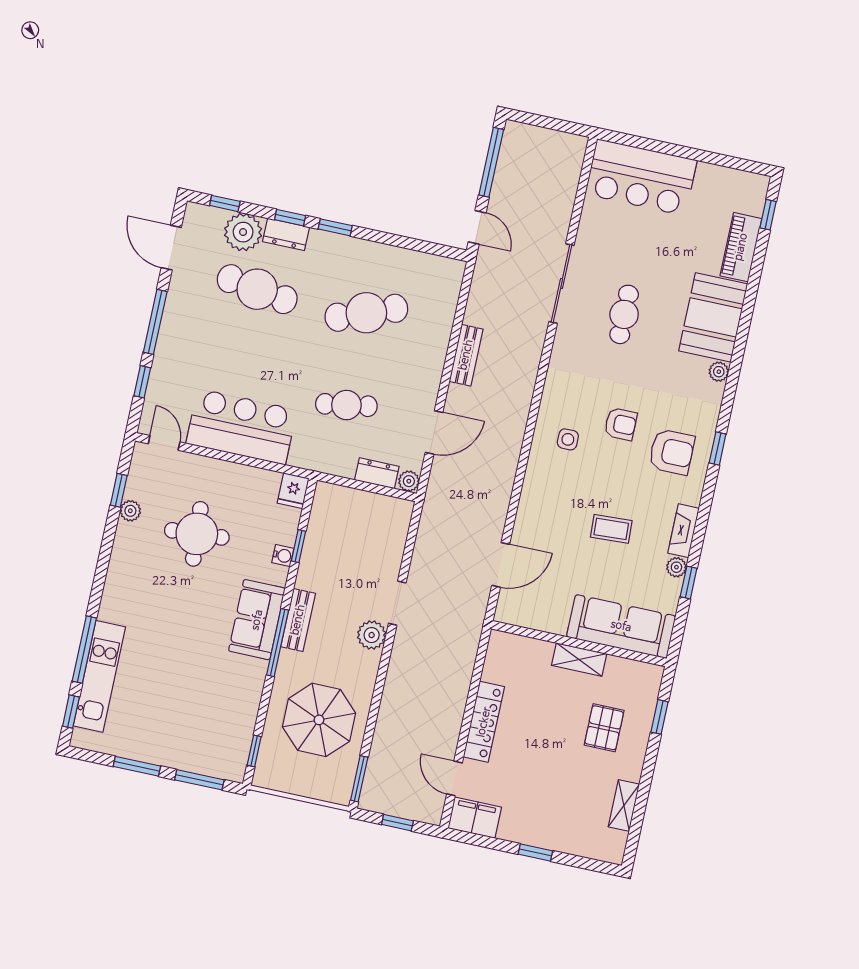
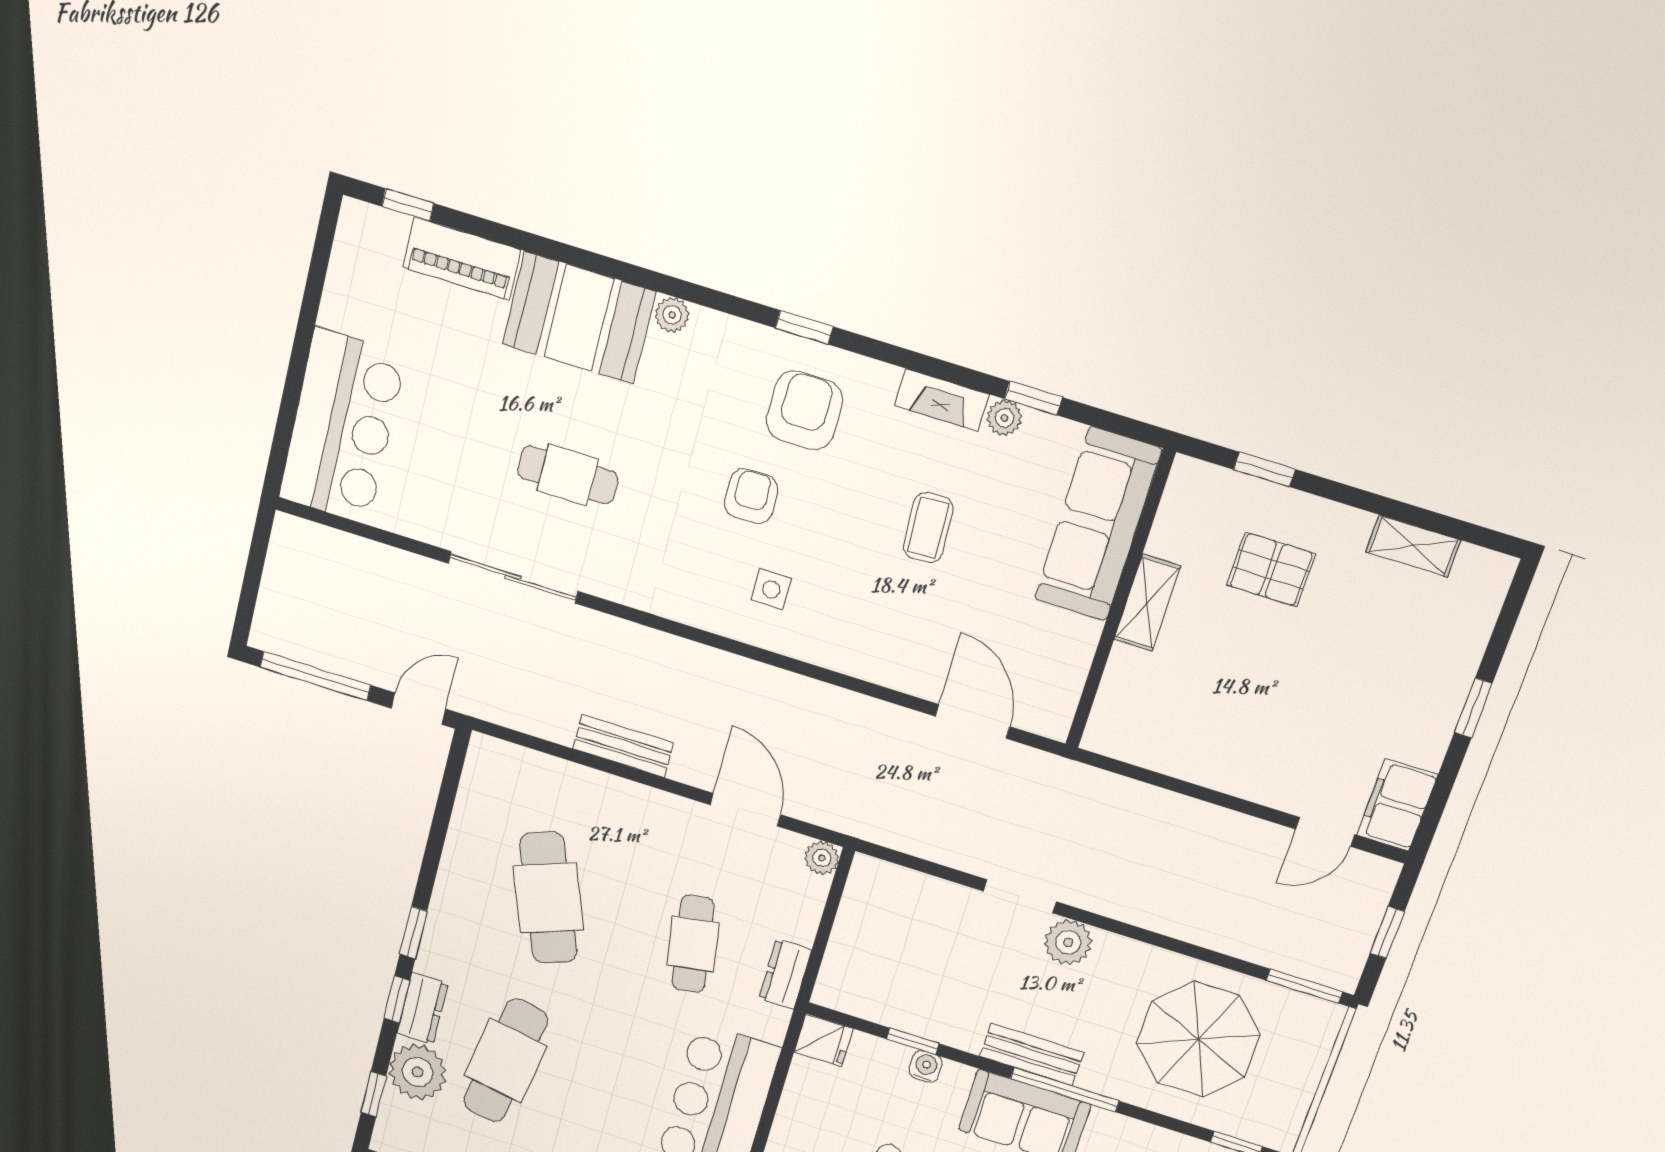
dresser: (377, 473) -> (785, 974), moved
locker: (484, 722) -> (1235, 774), removed

